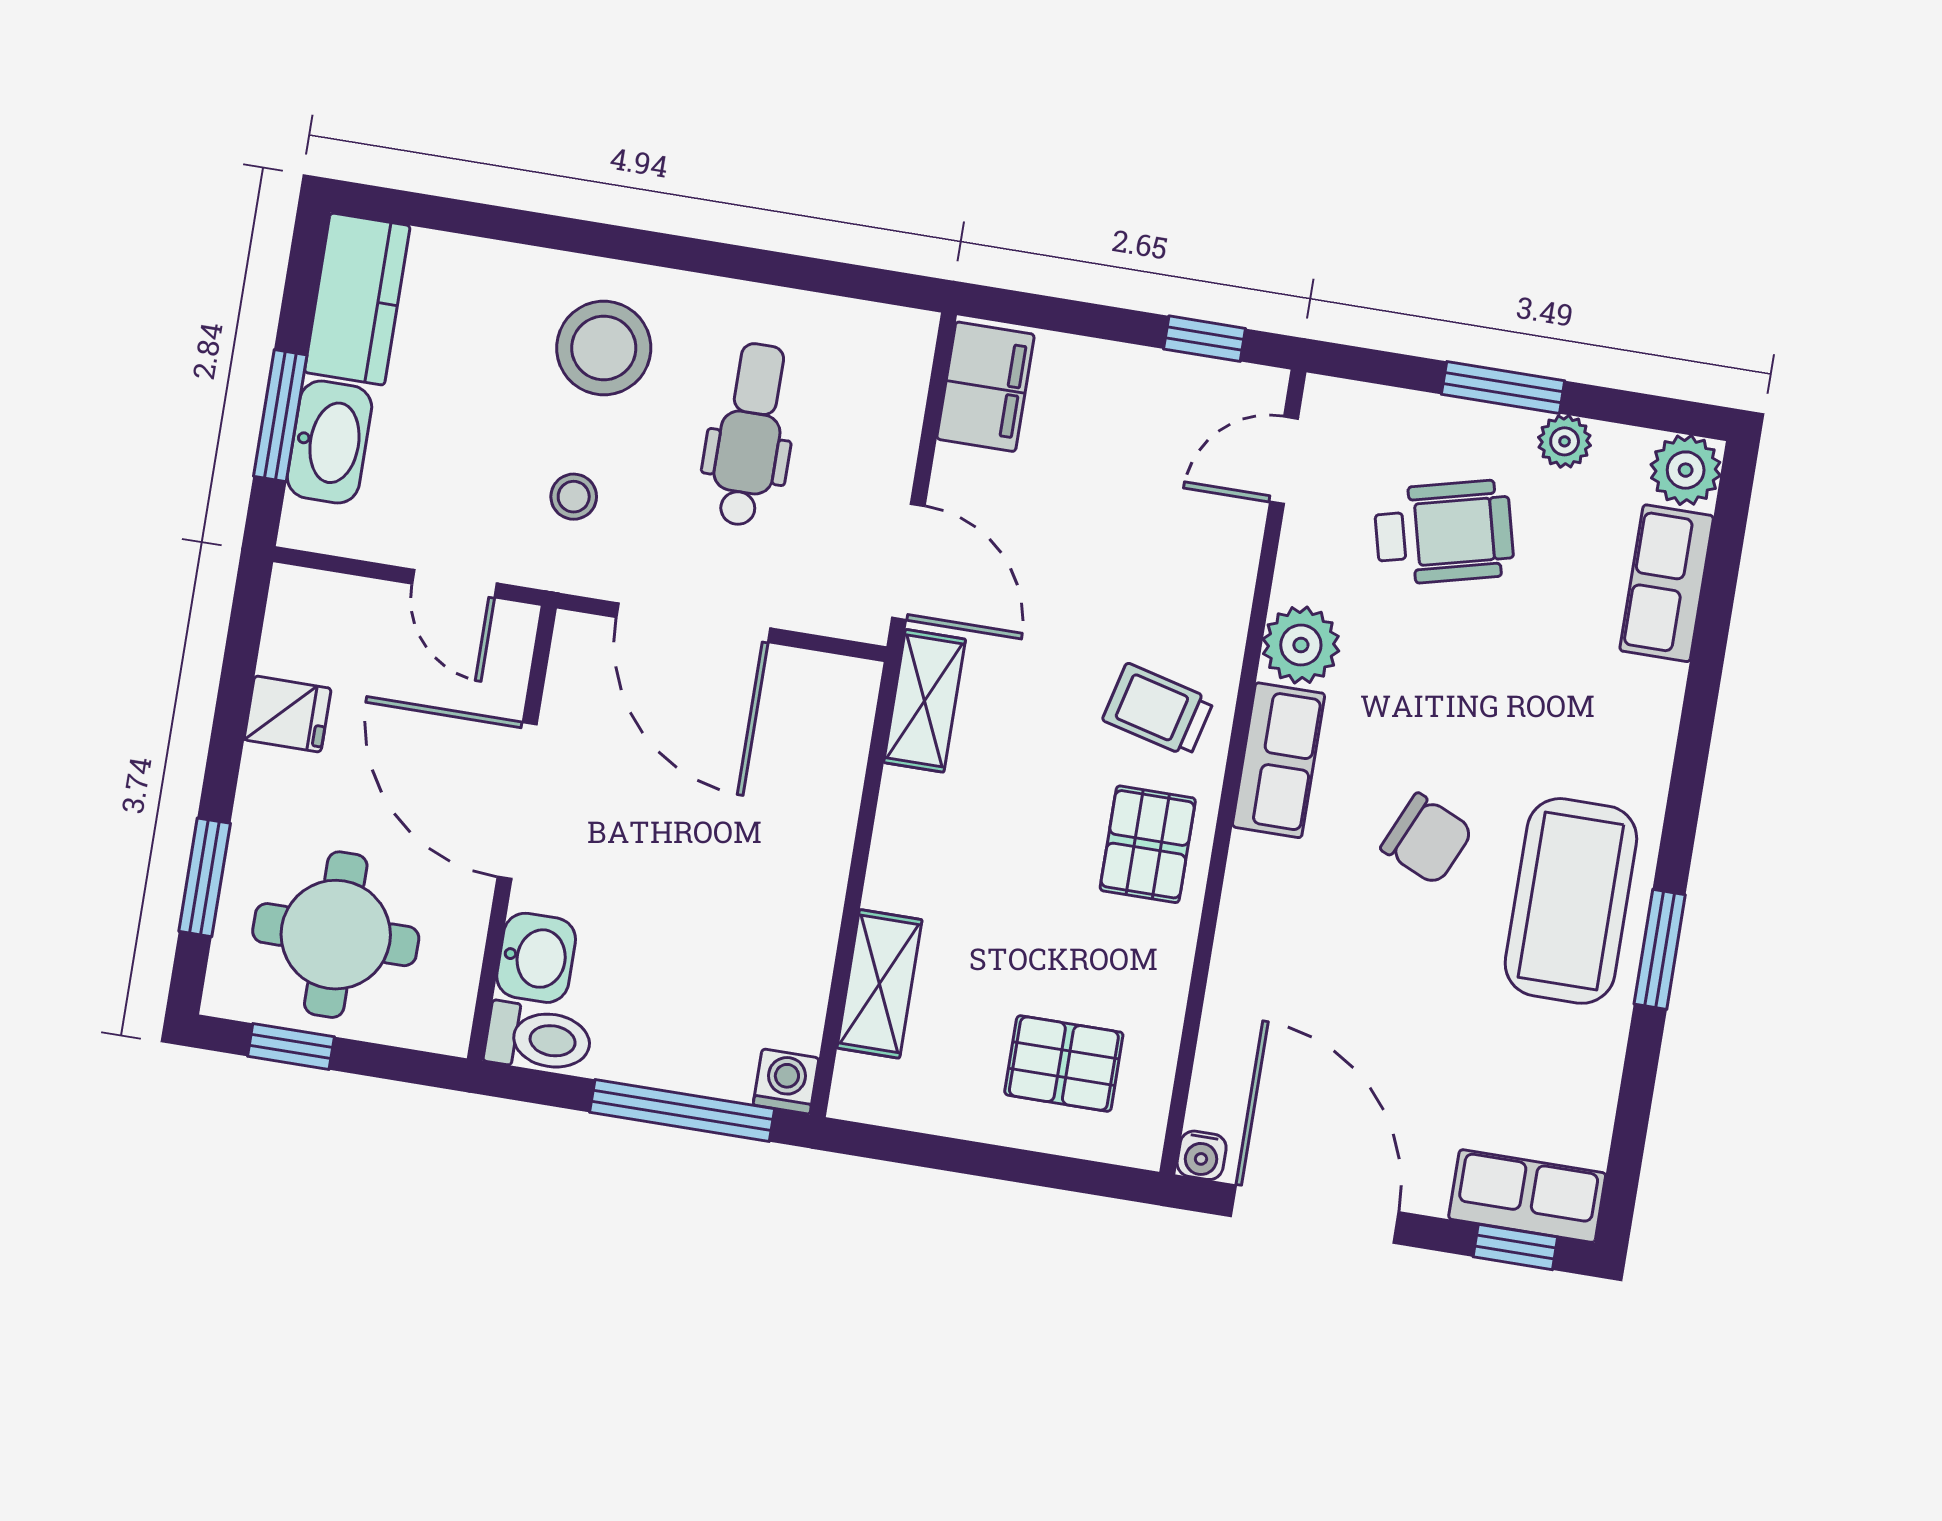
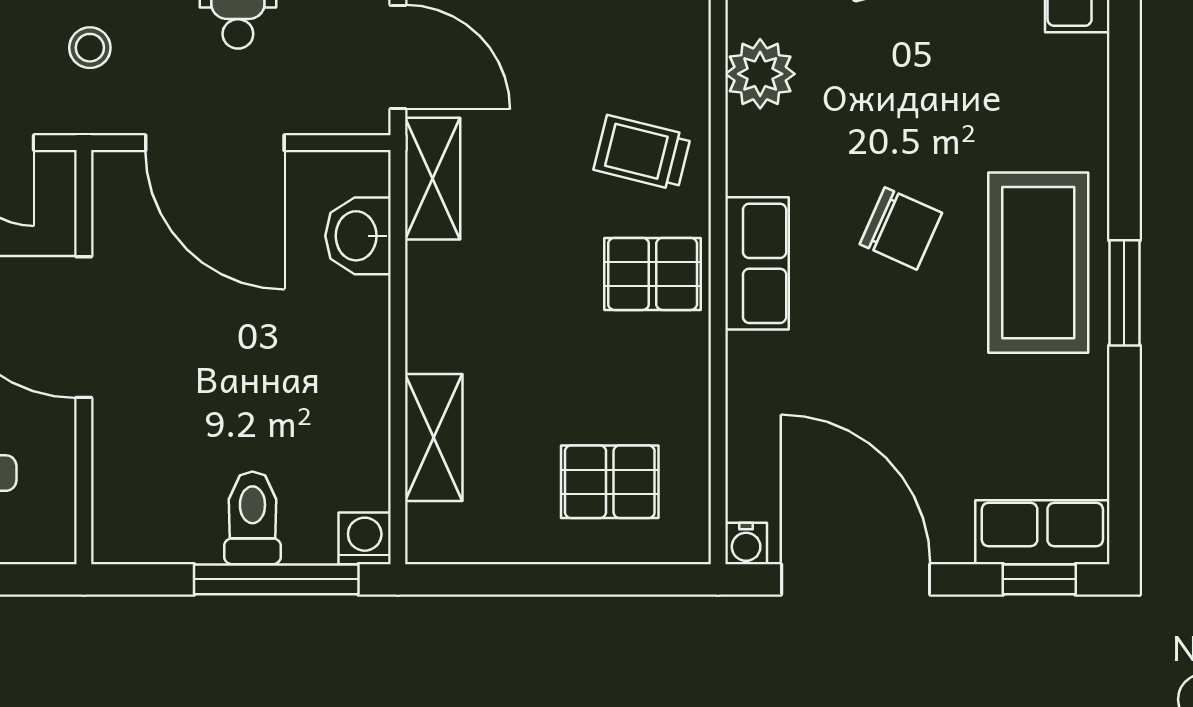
row of seats: (1279, 760) -> (757, 263), moved
pallet: (1148, 844) -> (653, 274), turned 90
washbasin: (536, 958) -> (358, 236), moved, turned 180
toilet: (538, 1038) -> (252, 518), moved, turned -90

